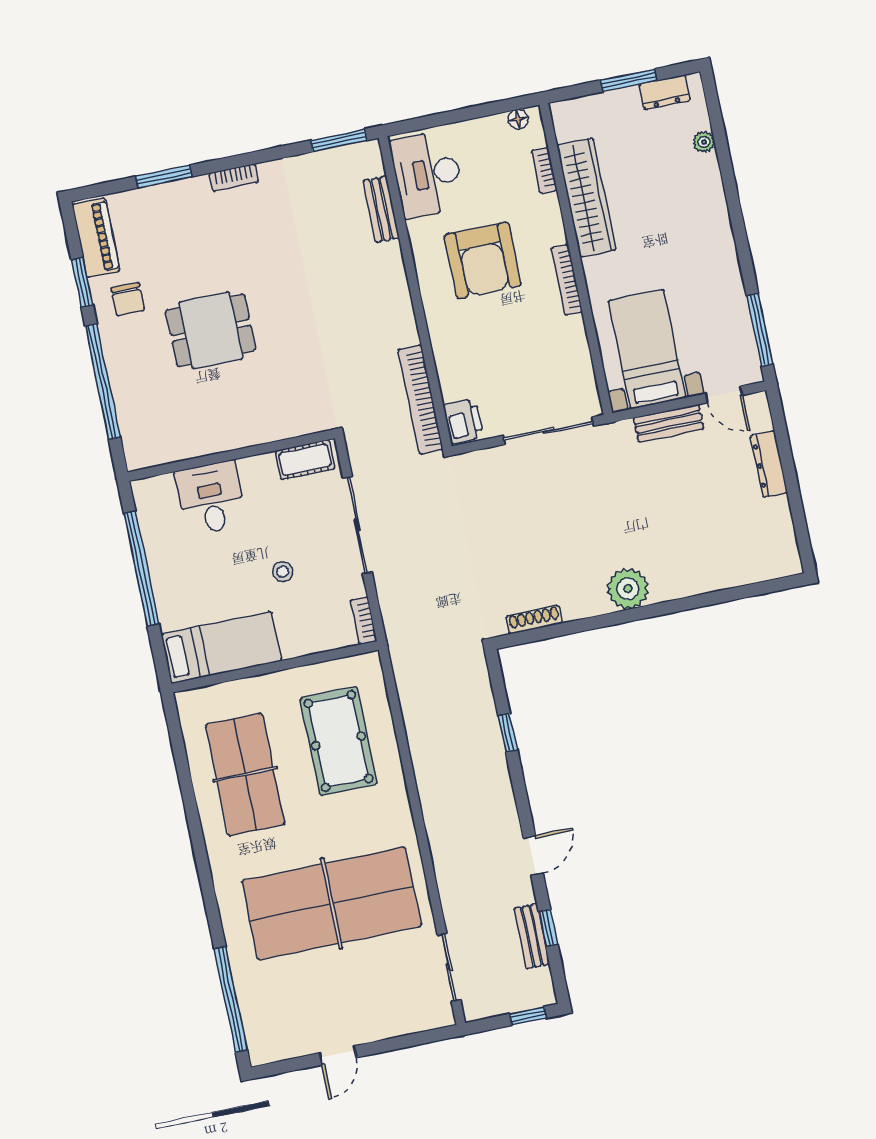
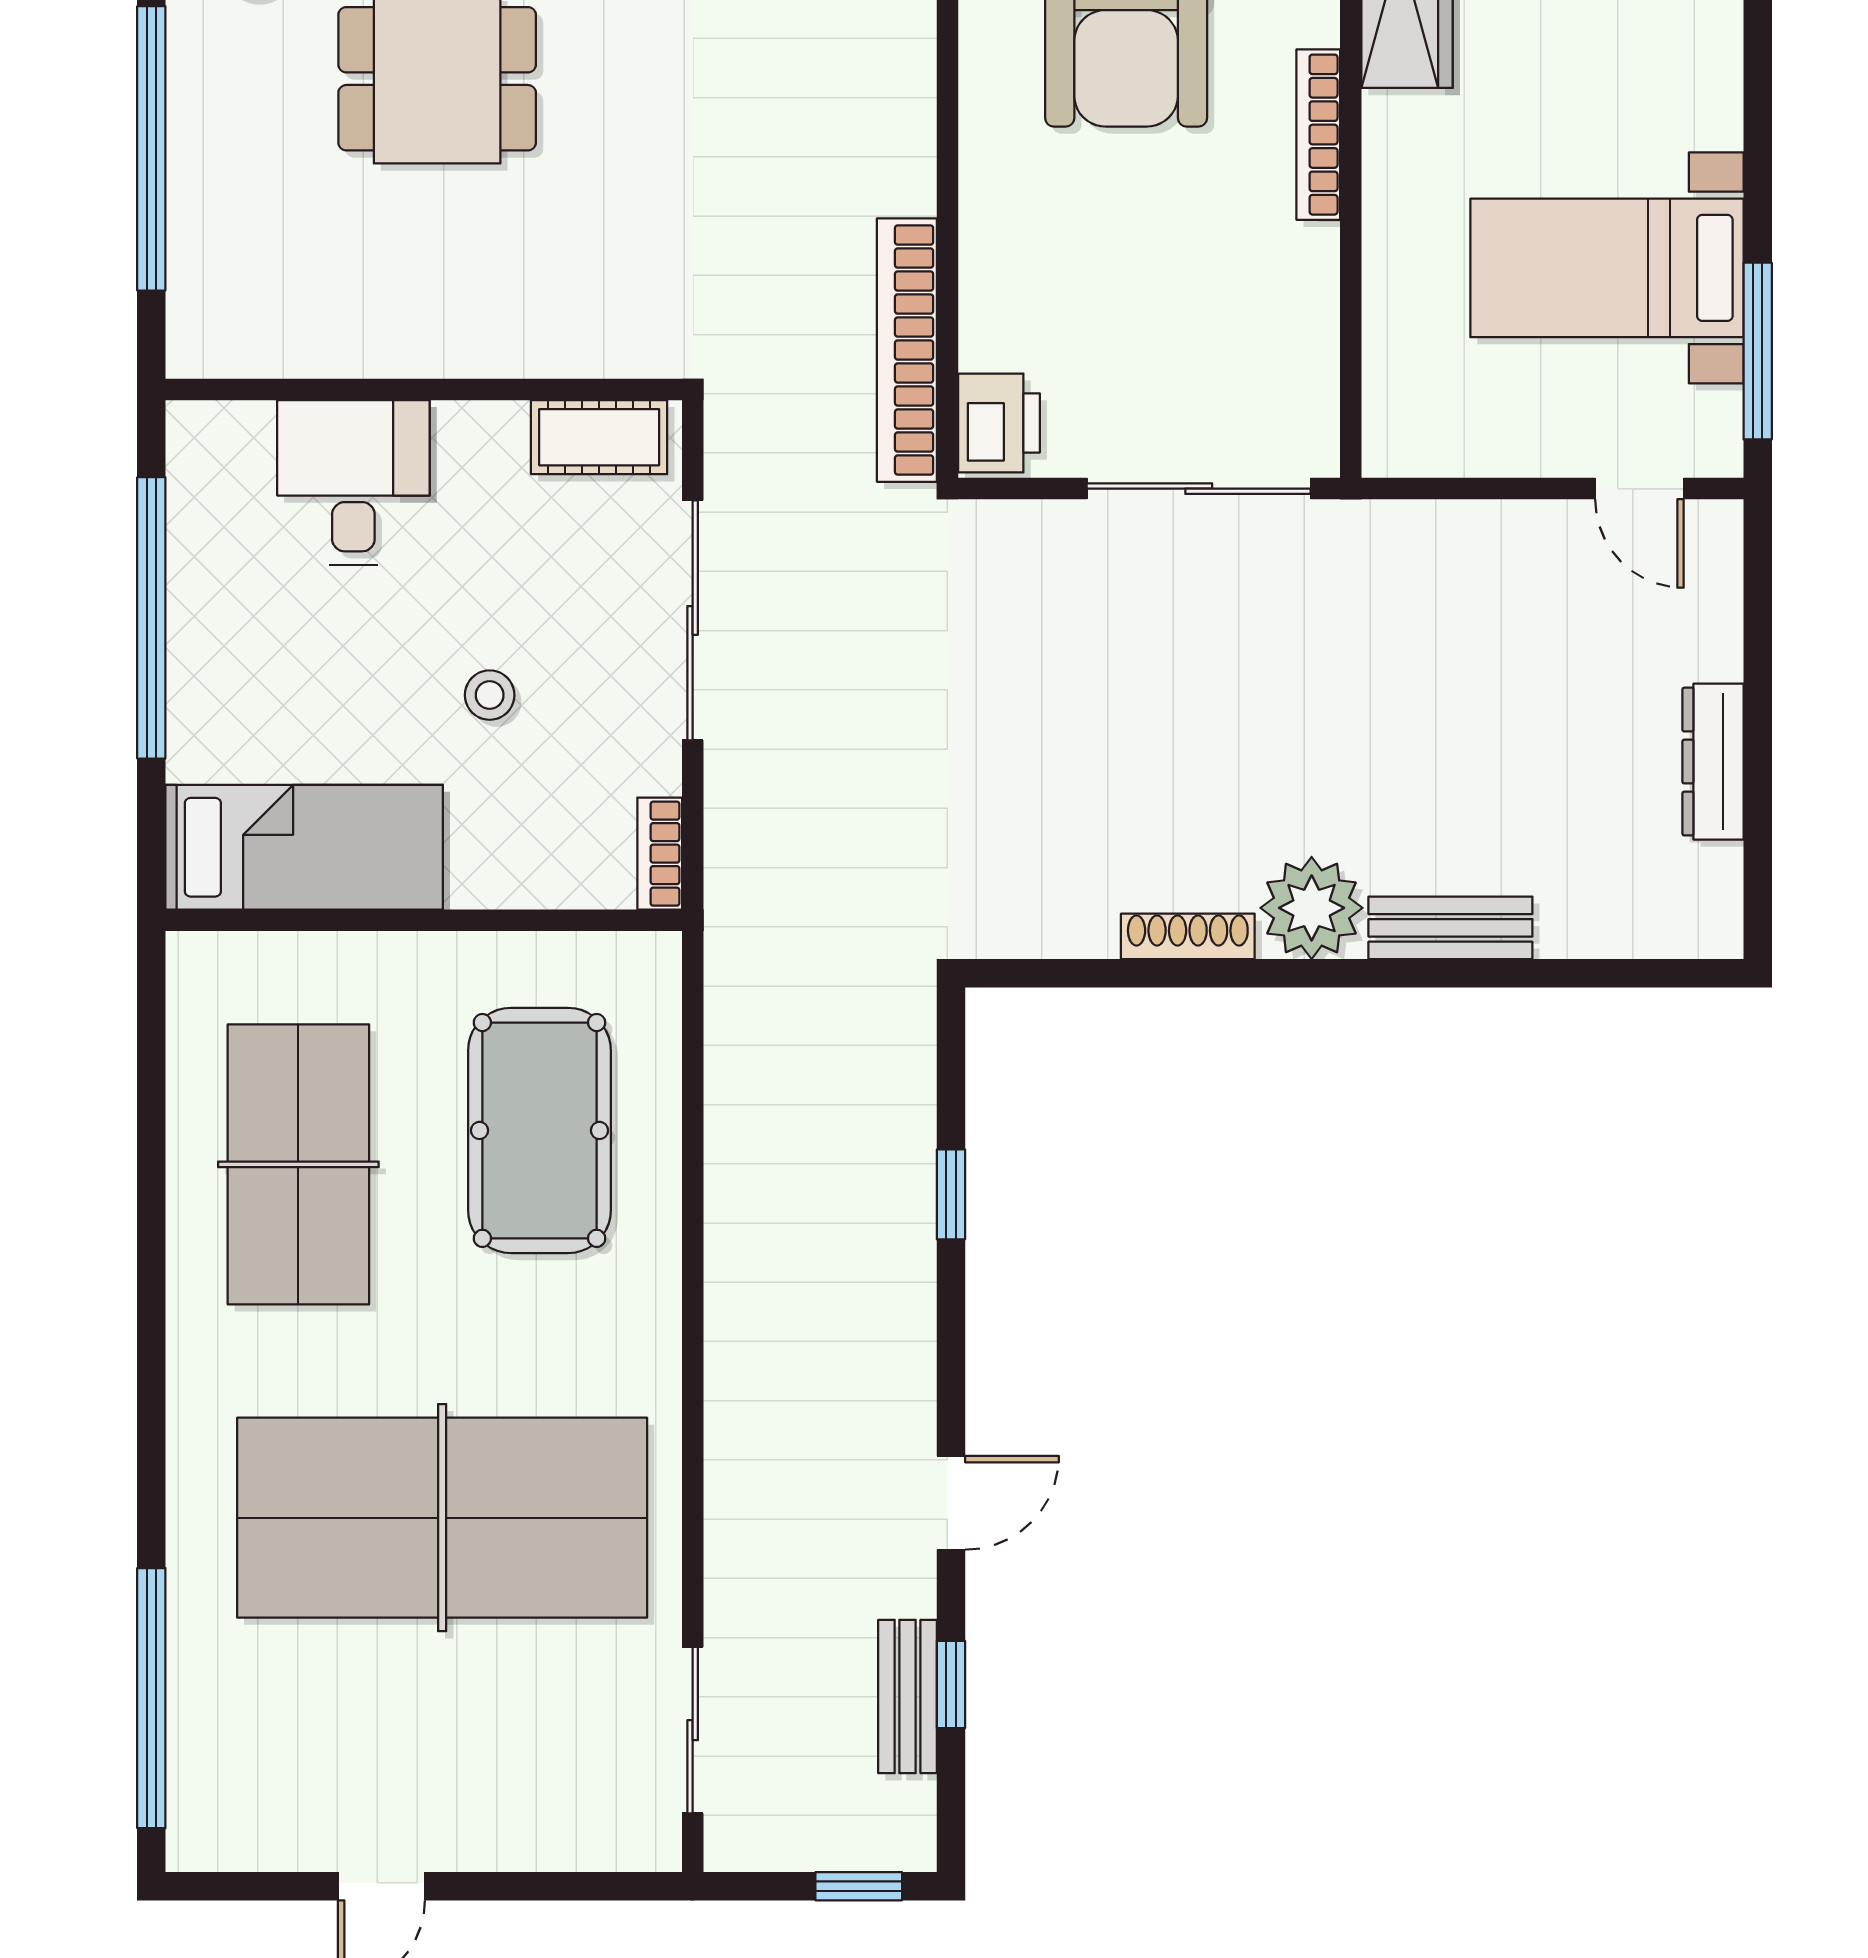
bed with nightstands: (647, 349) -> (1607, 268), moved, turned -90
bench: (669, 423) -> (1450, 928), moved
dresser: (769, 464) -> (1713, 762), moved
shoe rack: (534, 620) -> (1188, 936), moved

